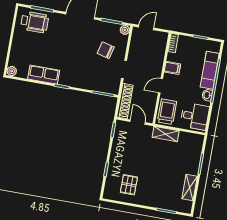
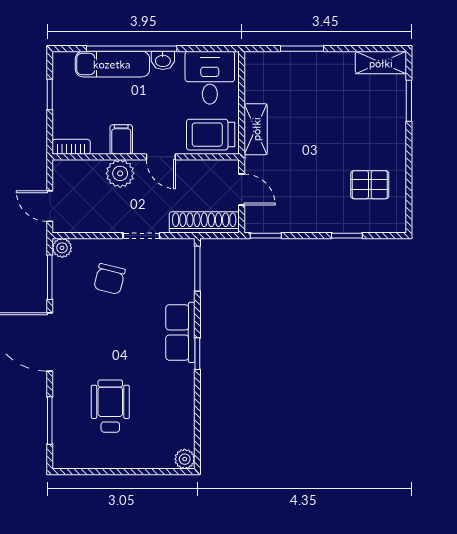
wheelchair: (35, 22) -> (110, 406), moved
plant: (156, 64) -> (120, 173), added
row of seats: (44, 75) -> (180, 332), moved
door: (138, 122) -> (242, 189), swing flipped
shelving: (190, 188) -> (381, 63), moved

